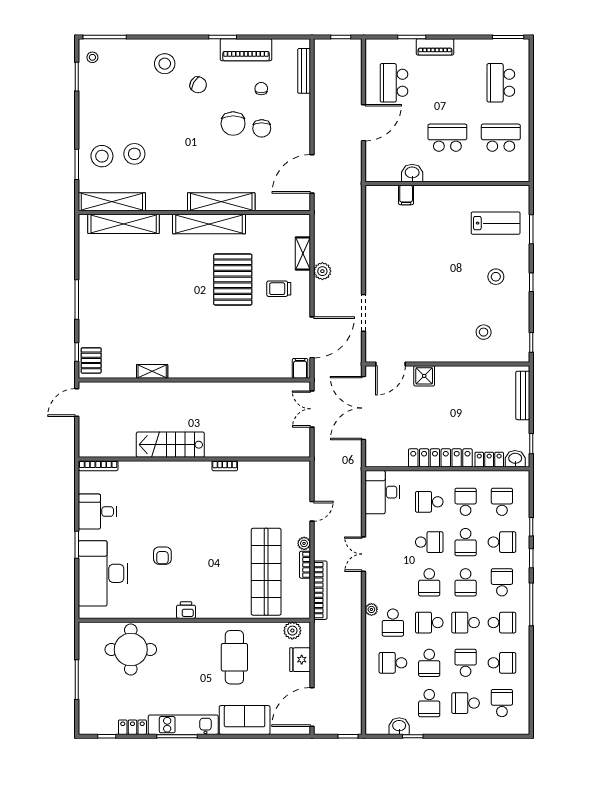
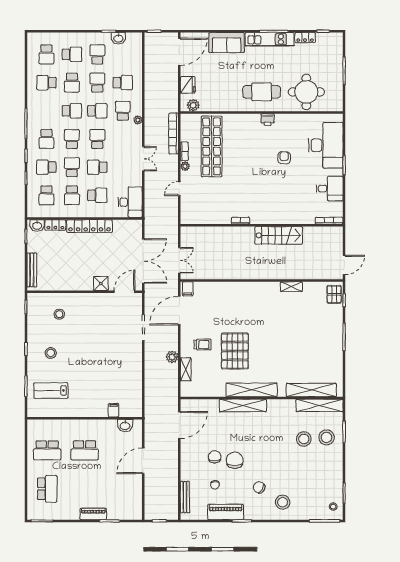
school desk: (394, 83) -> (122, 489), removed
washbasin: (412, 173) -> (125, 426), moved
school desk: (502, 623) -> (46, 111), removed
cafe table: (234, 657) -> (262, 92), moved, turned 90

